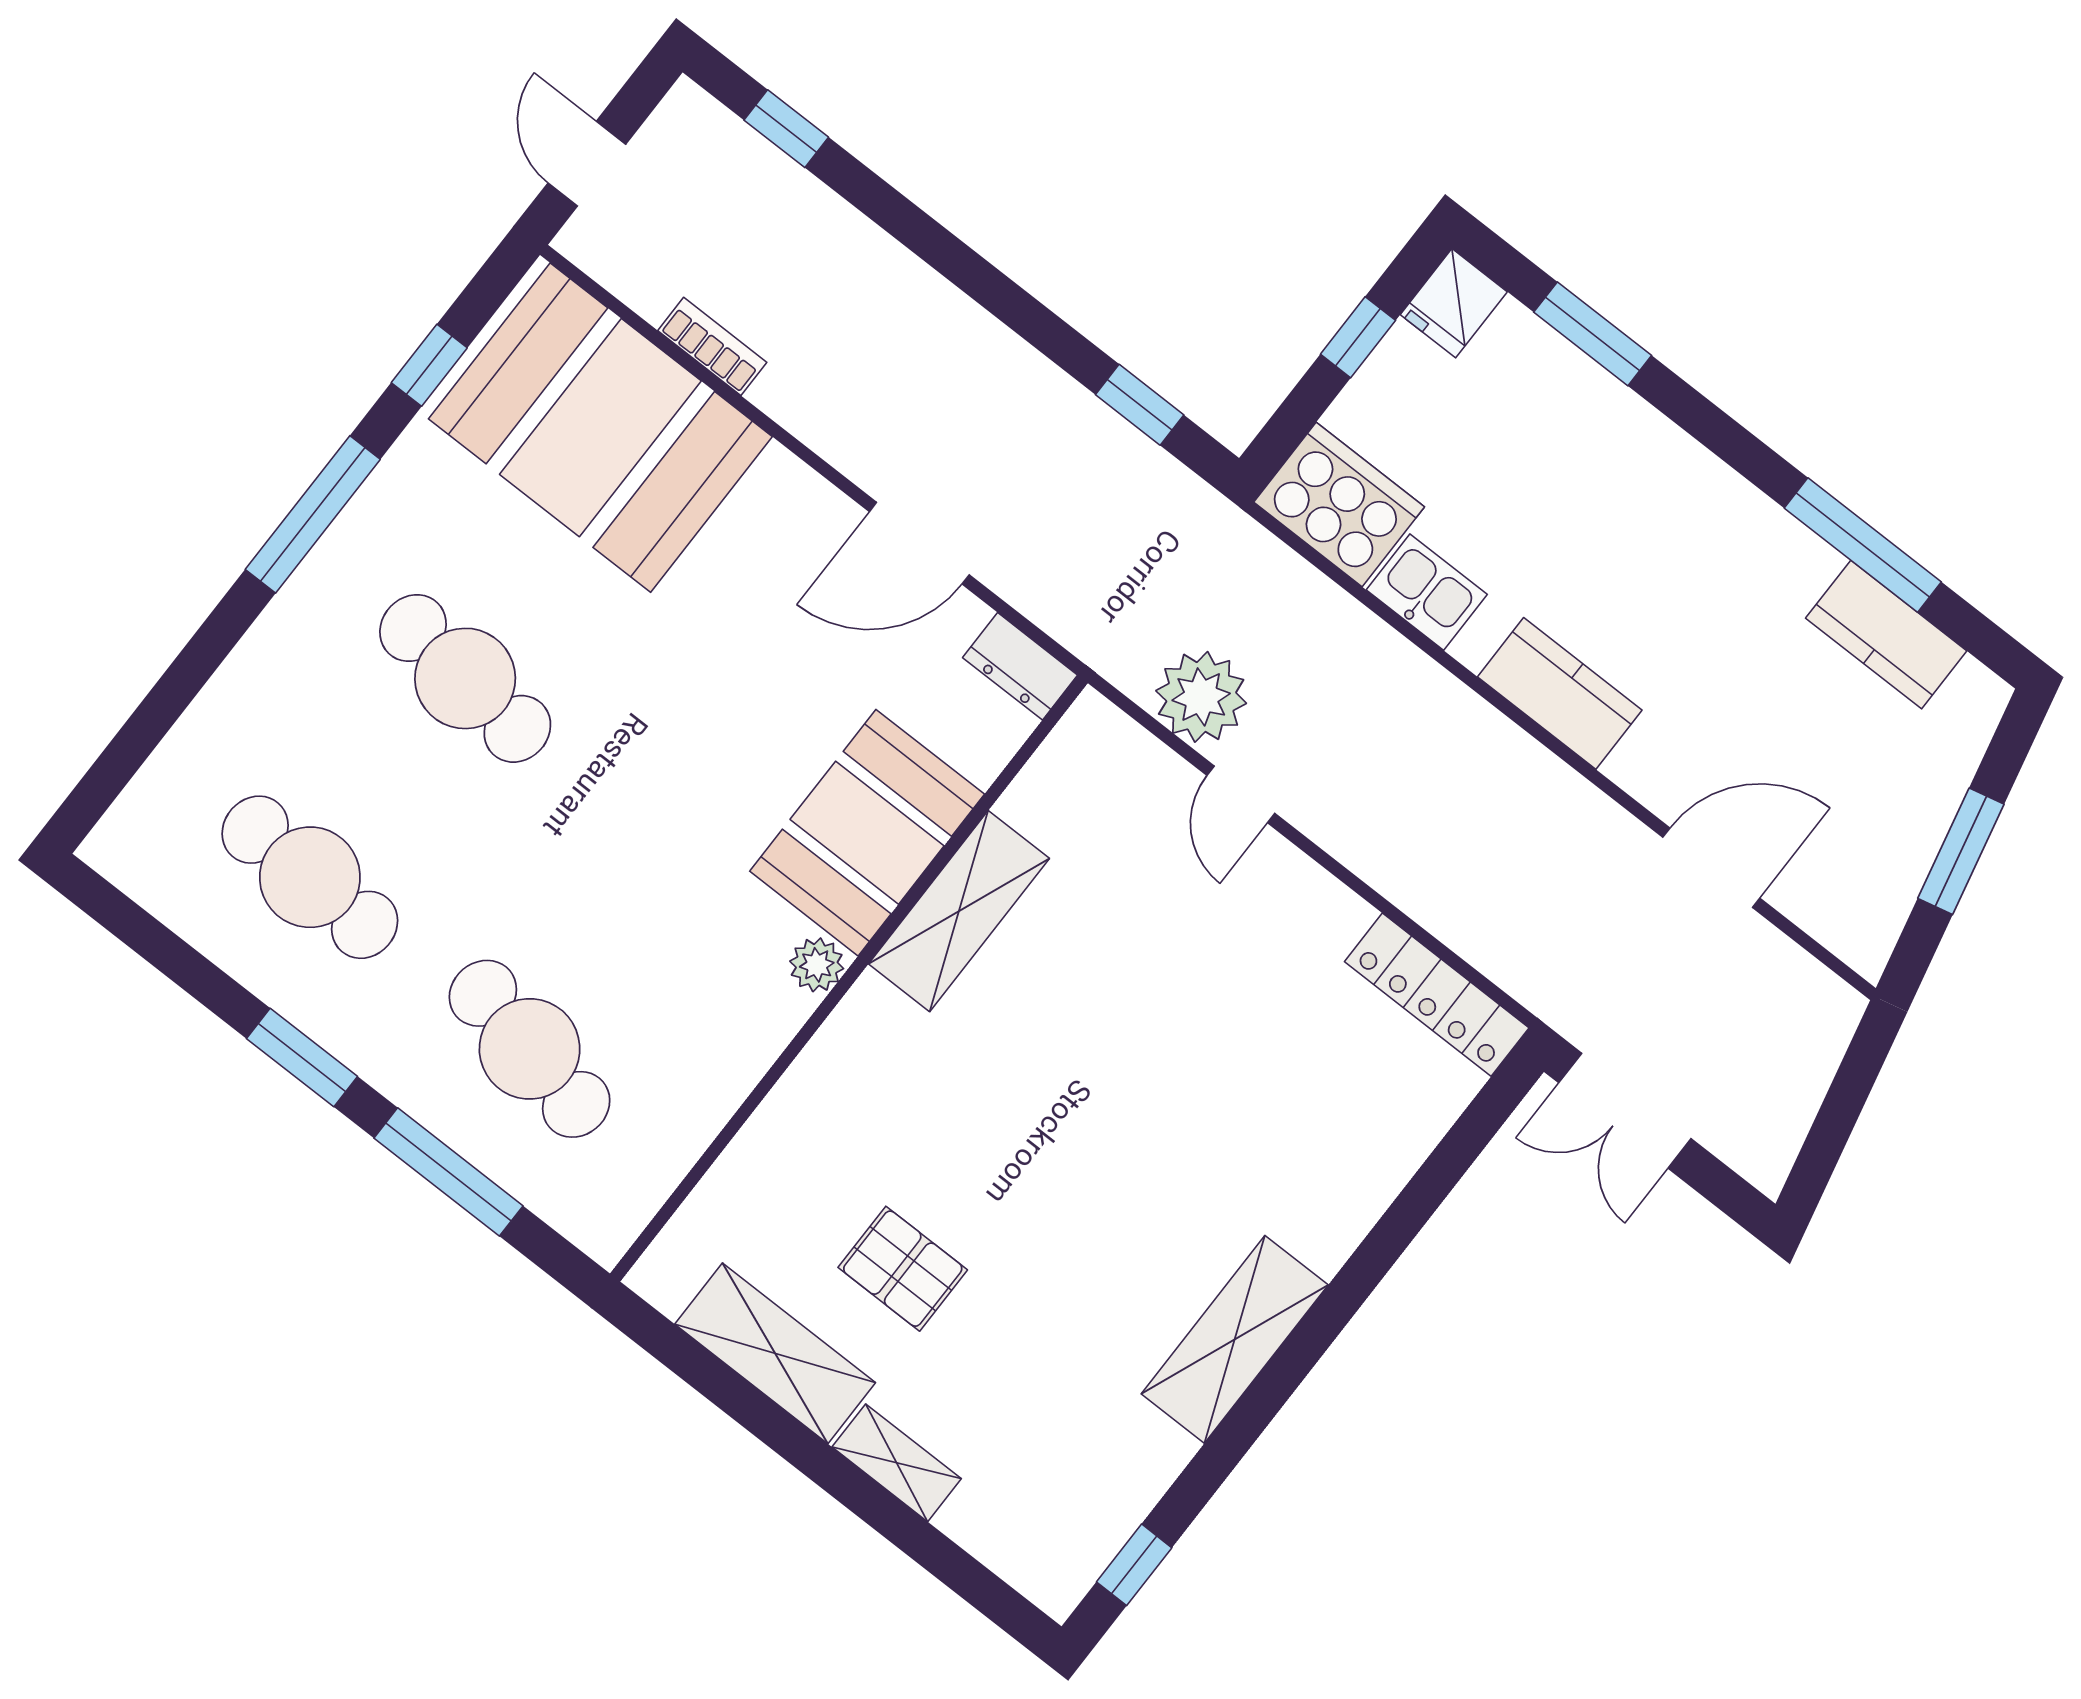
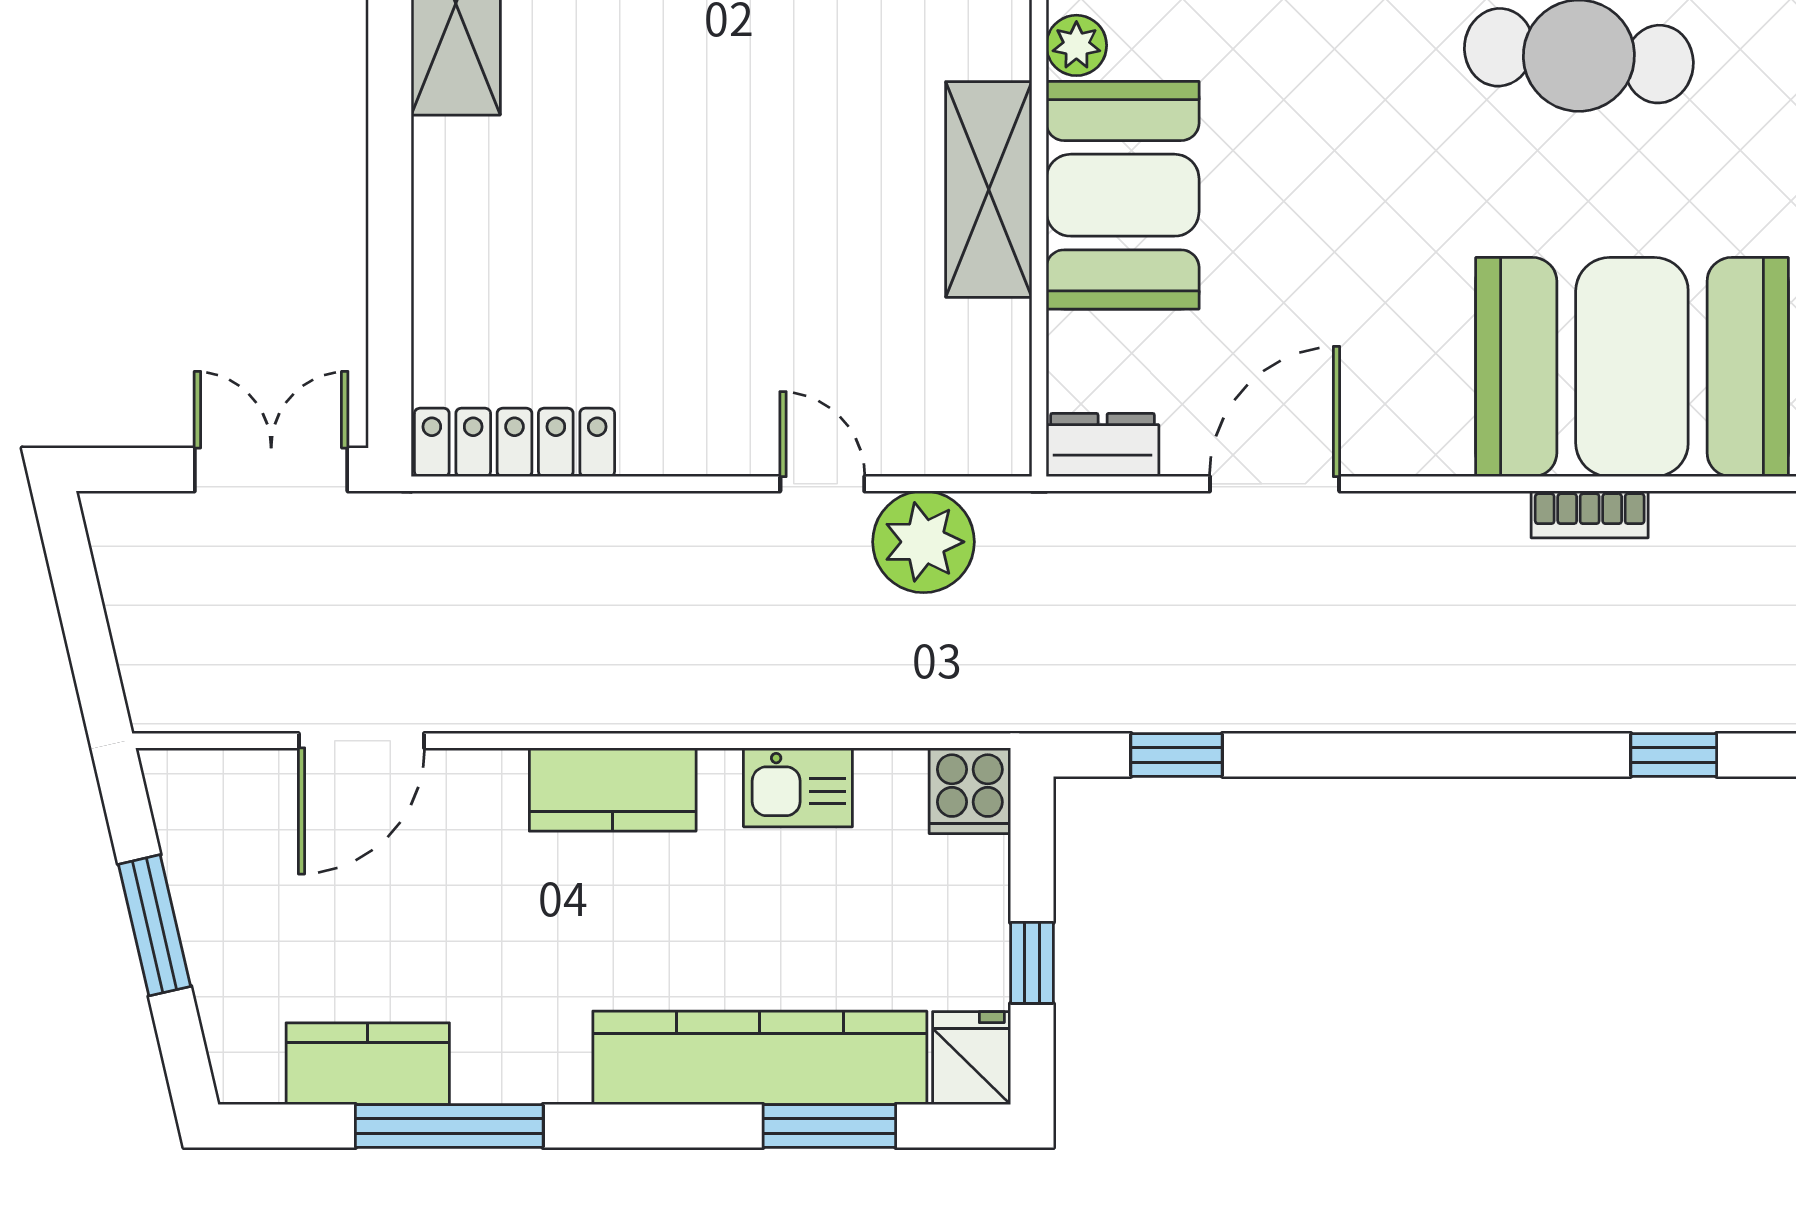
kitchen counter: (1604, 421) -> (760, 1058), added
cooker: (1339, 504) -> (970, 791), width x0.53, depth x0.76

